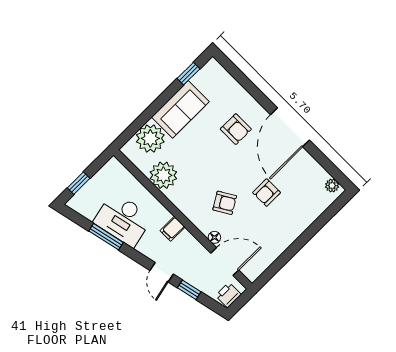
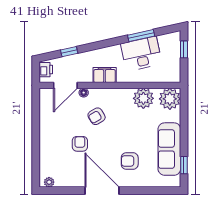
sofa: (180, 109) -> (169, 149), width x1.36
plant: (150, 138) -> (170, 99), moved
filing cabinet: (173, 229) -> (105, 75), width x2.00
door: (162, 272) -> (93, 46), removed

